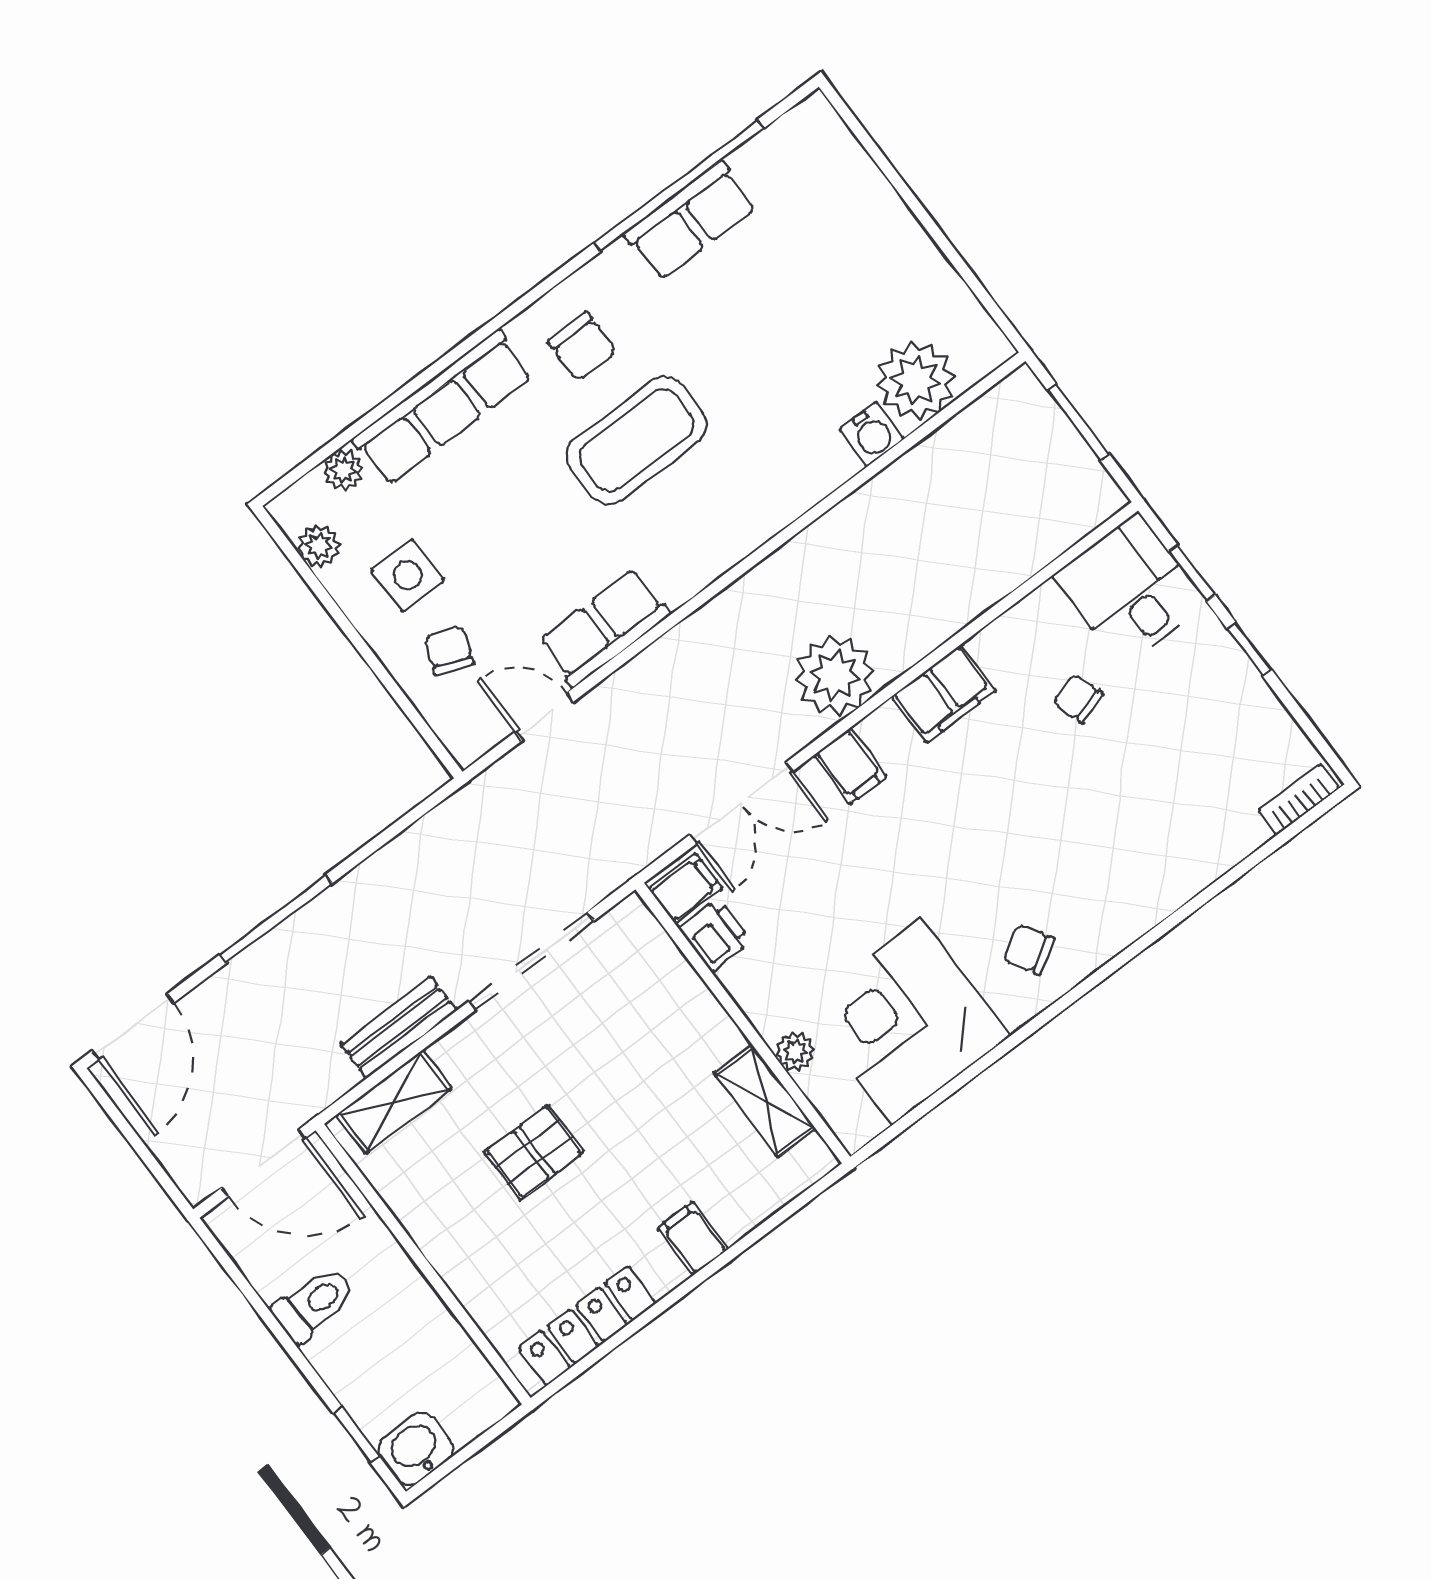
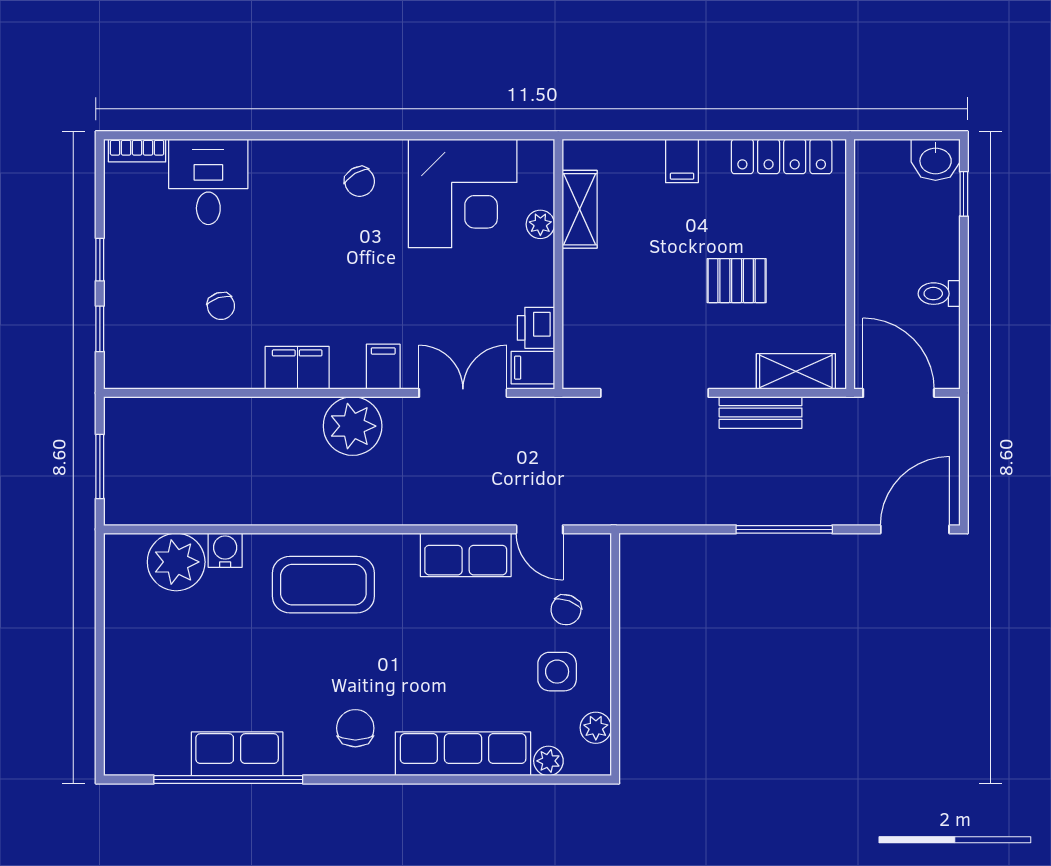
coffee table: (636, 440) -> (323, 585), moved
desk: (1130, 590) -> (208, 182), moved, turned 180
toilet: (314, 1304) -> (939, 294), width x0.73, depth x0.72

